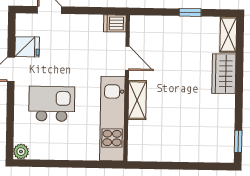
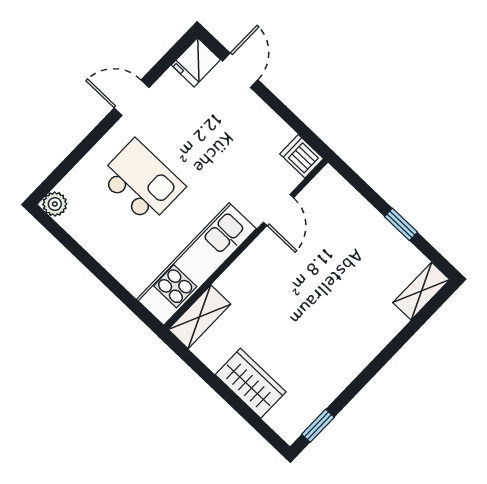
fridge: (27, 47) -> (196, 62), moved, turned 90
wardrobe: (224, 74) -> (251, 383), moved, turned 90
shelving: (137, 100) -> (199, 317), moved

